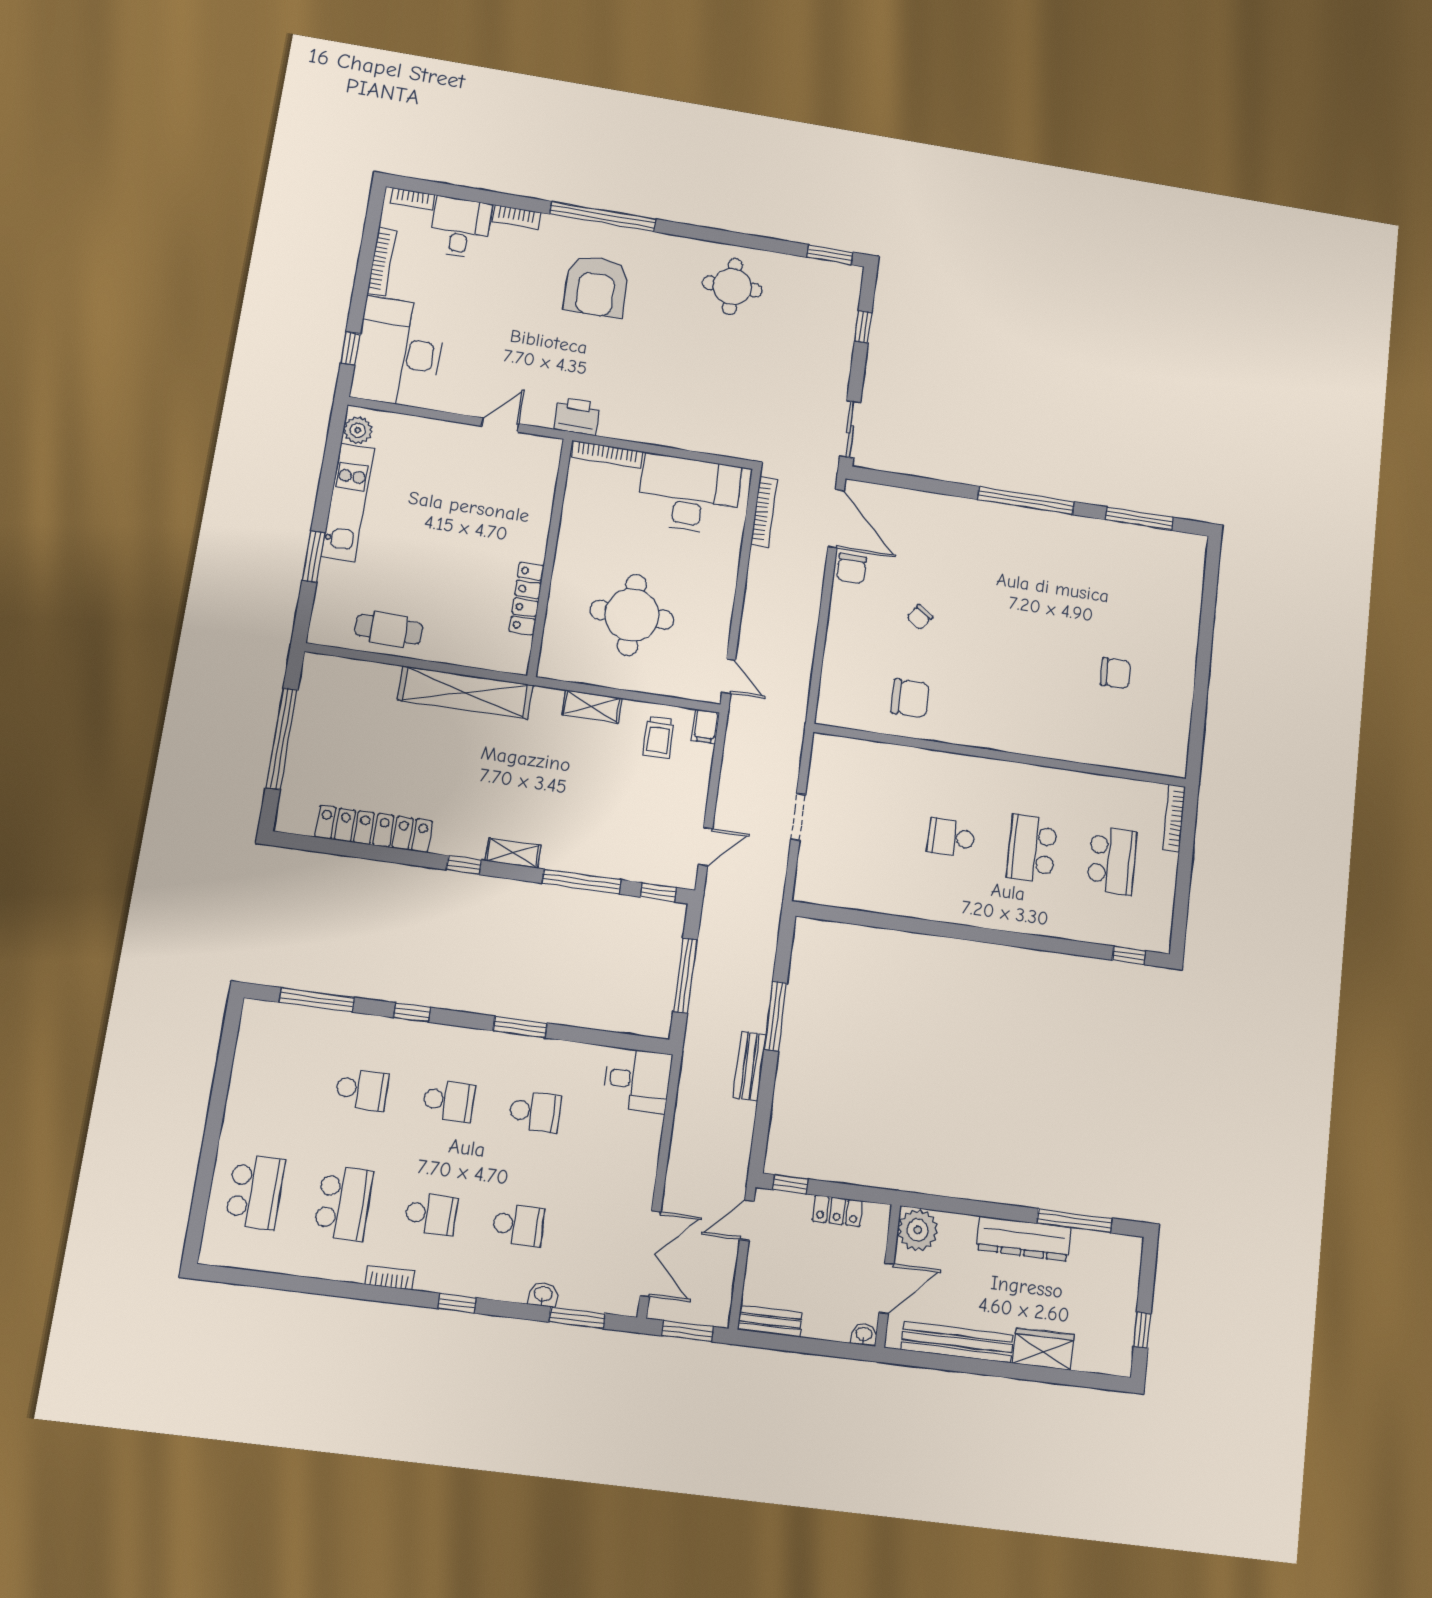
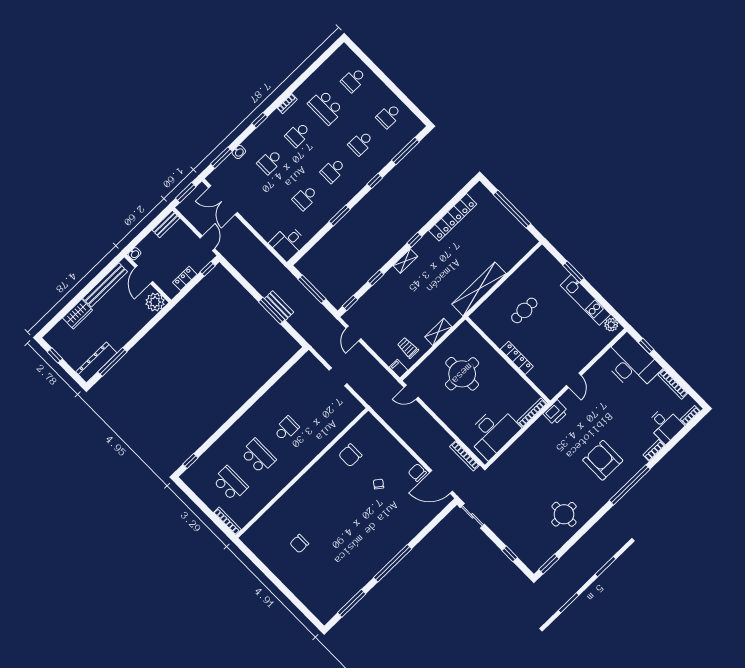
locker: (527, 598) -> (517, 358), moved
cafe table: (389, 629) -> (524, 310), moved
school desk: (1112, 860) -> (230, 484), turned 180
window: (581, 882) -> (376, 278), width x0.46
bench: (750, 1066) -> (279, 305), moved
school desk: (274, 1078) -> (389, 116), added
school desk: (255, 1192) -> (354, 80), width x0.54
dresser: (1024, 1239) -> (96, 362), moved

